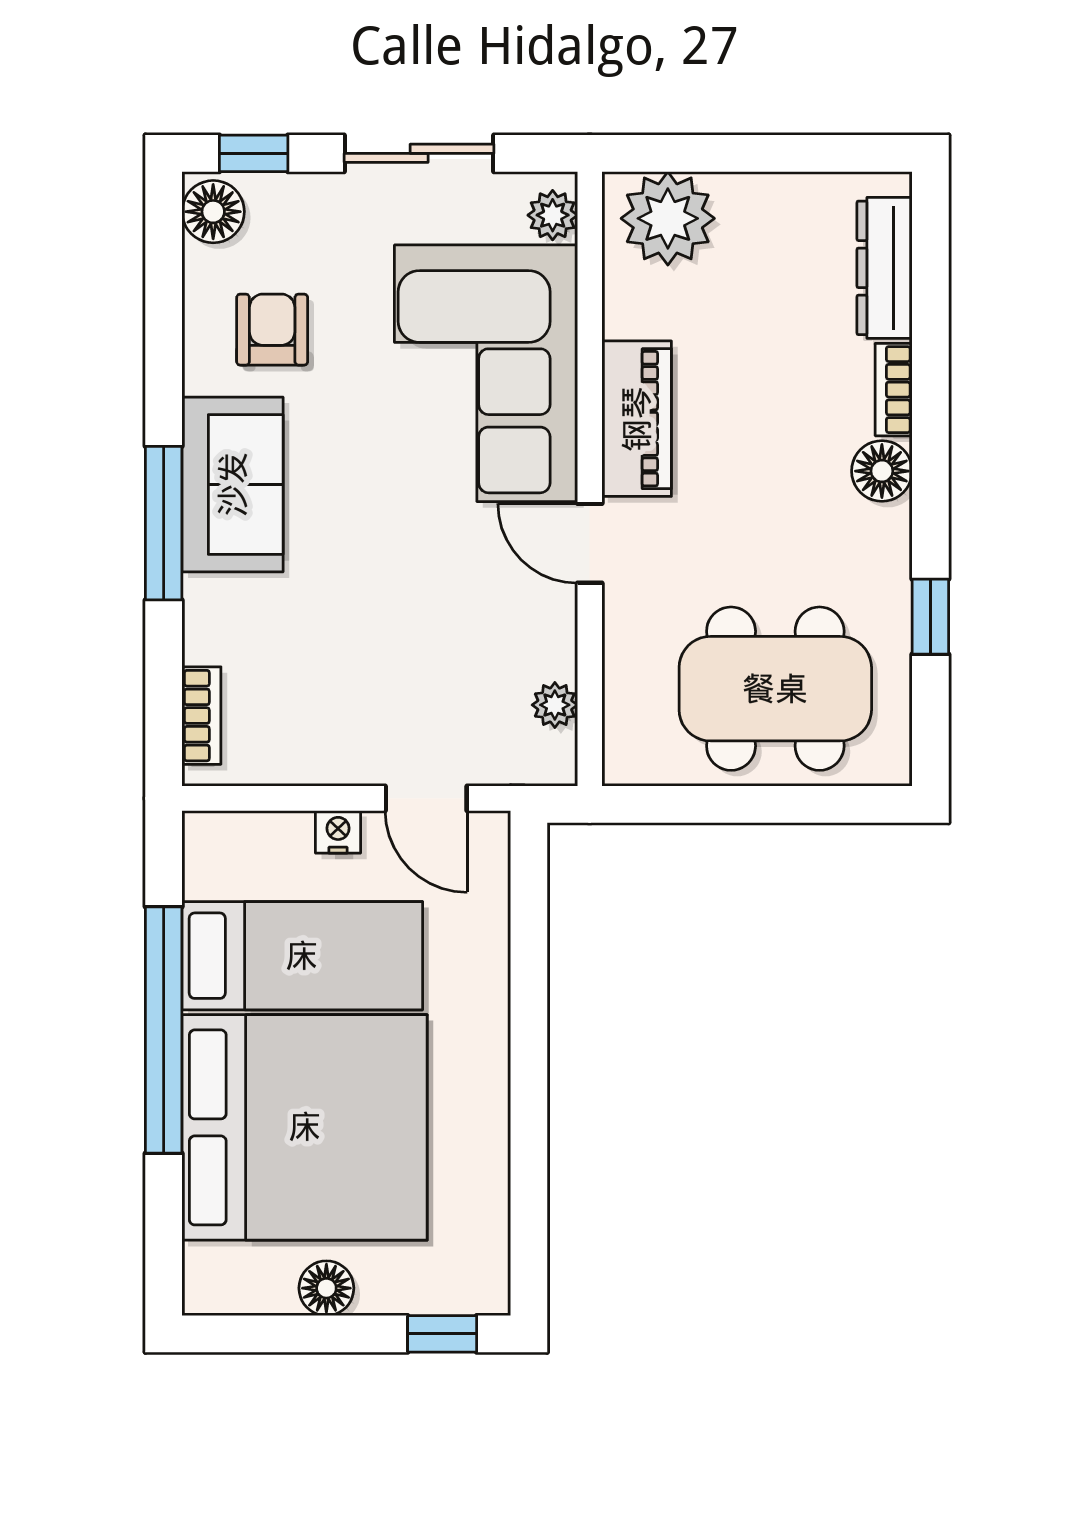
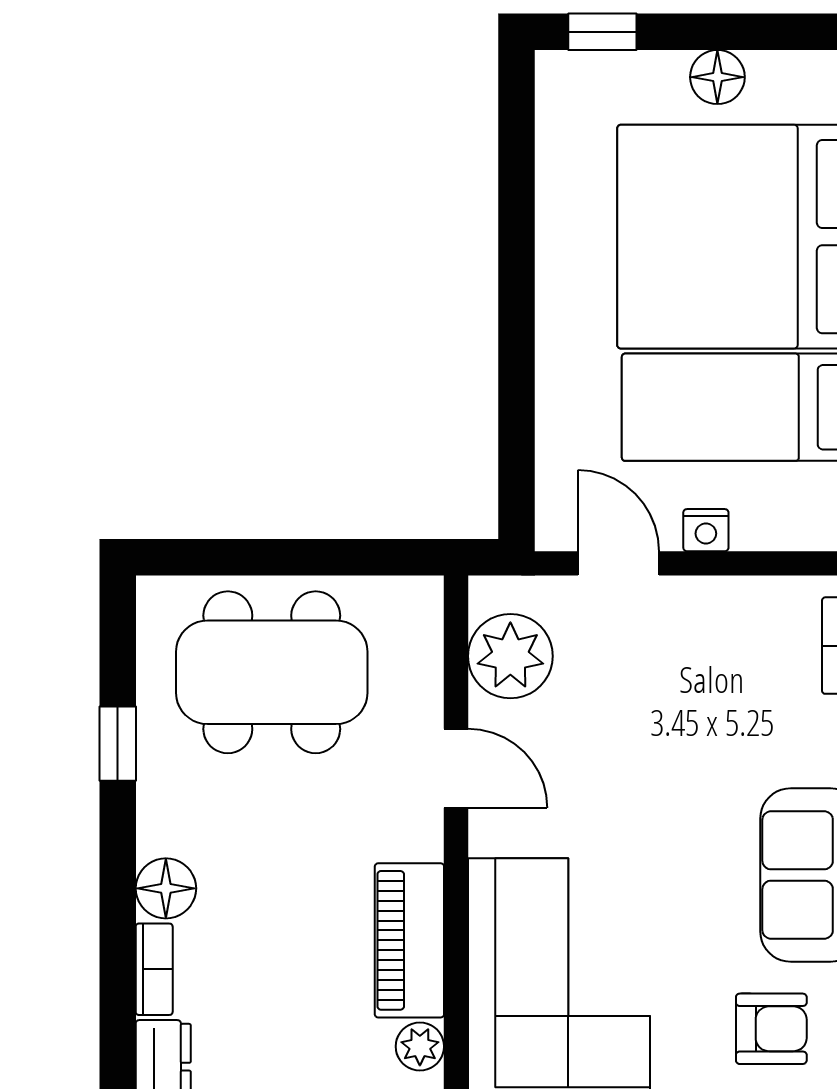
plant: (626, 312) -> (420, 1046), added
armchair: (272, 330) -> (771, 1029), turned -90
door: (590, 543) -> (456, 768), moved
plant: (555, 705) -> (510, 656), width x1.88, depth x1.88

